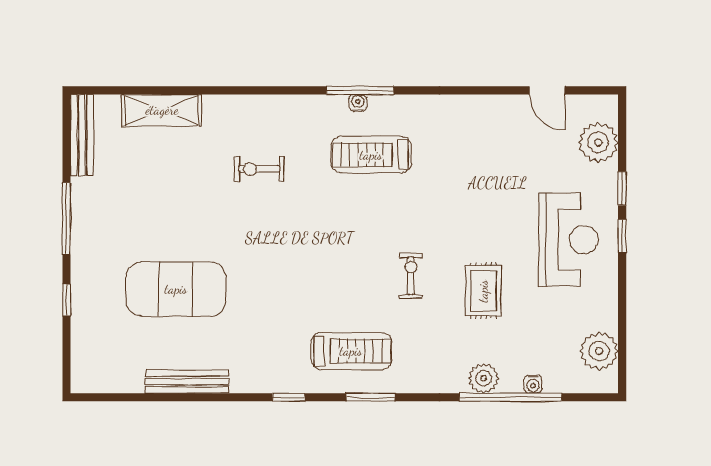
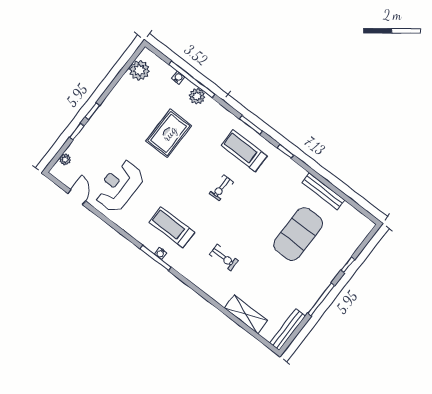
plant: (598, 142) -> (65, 159), width x0.53, depth x0.53
treadmill: (371, 155) -> (172, 227), turned 180
reception desk: (568, 240) -> (119, 186), moved
exercise bike: (411, 276) -> (221, 188), moved
exercise mat: (176, 289) -> (298, 234), turned 90
rug: (483, 291) -> (169, 133), width x1.36, depth x1.43

